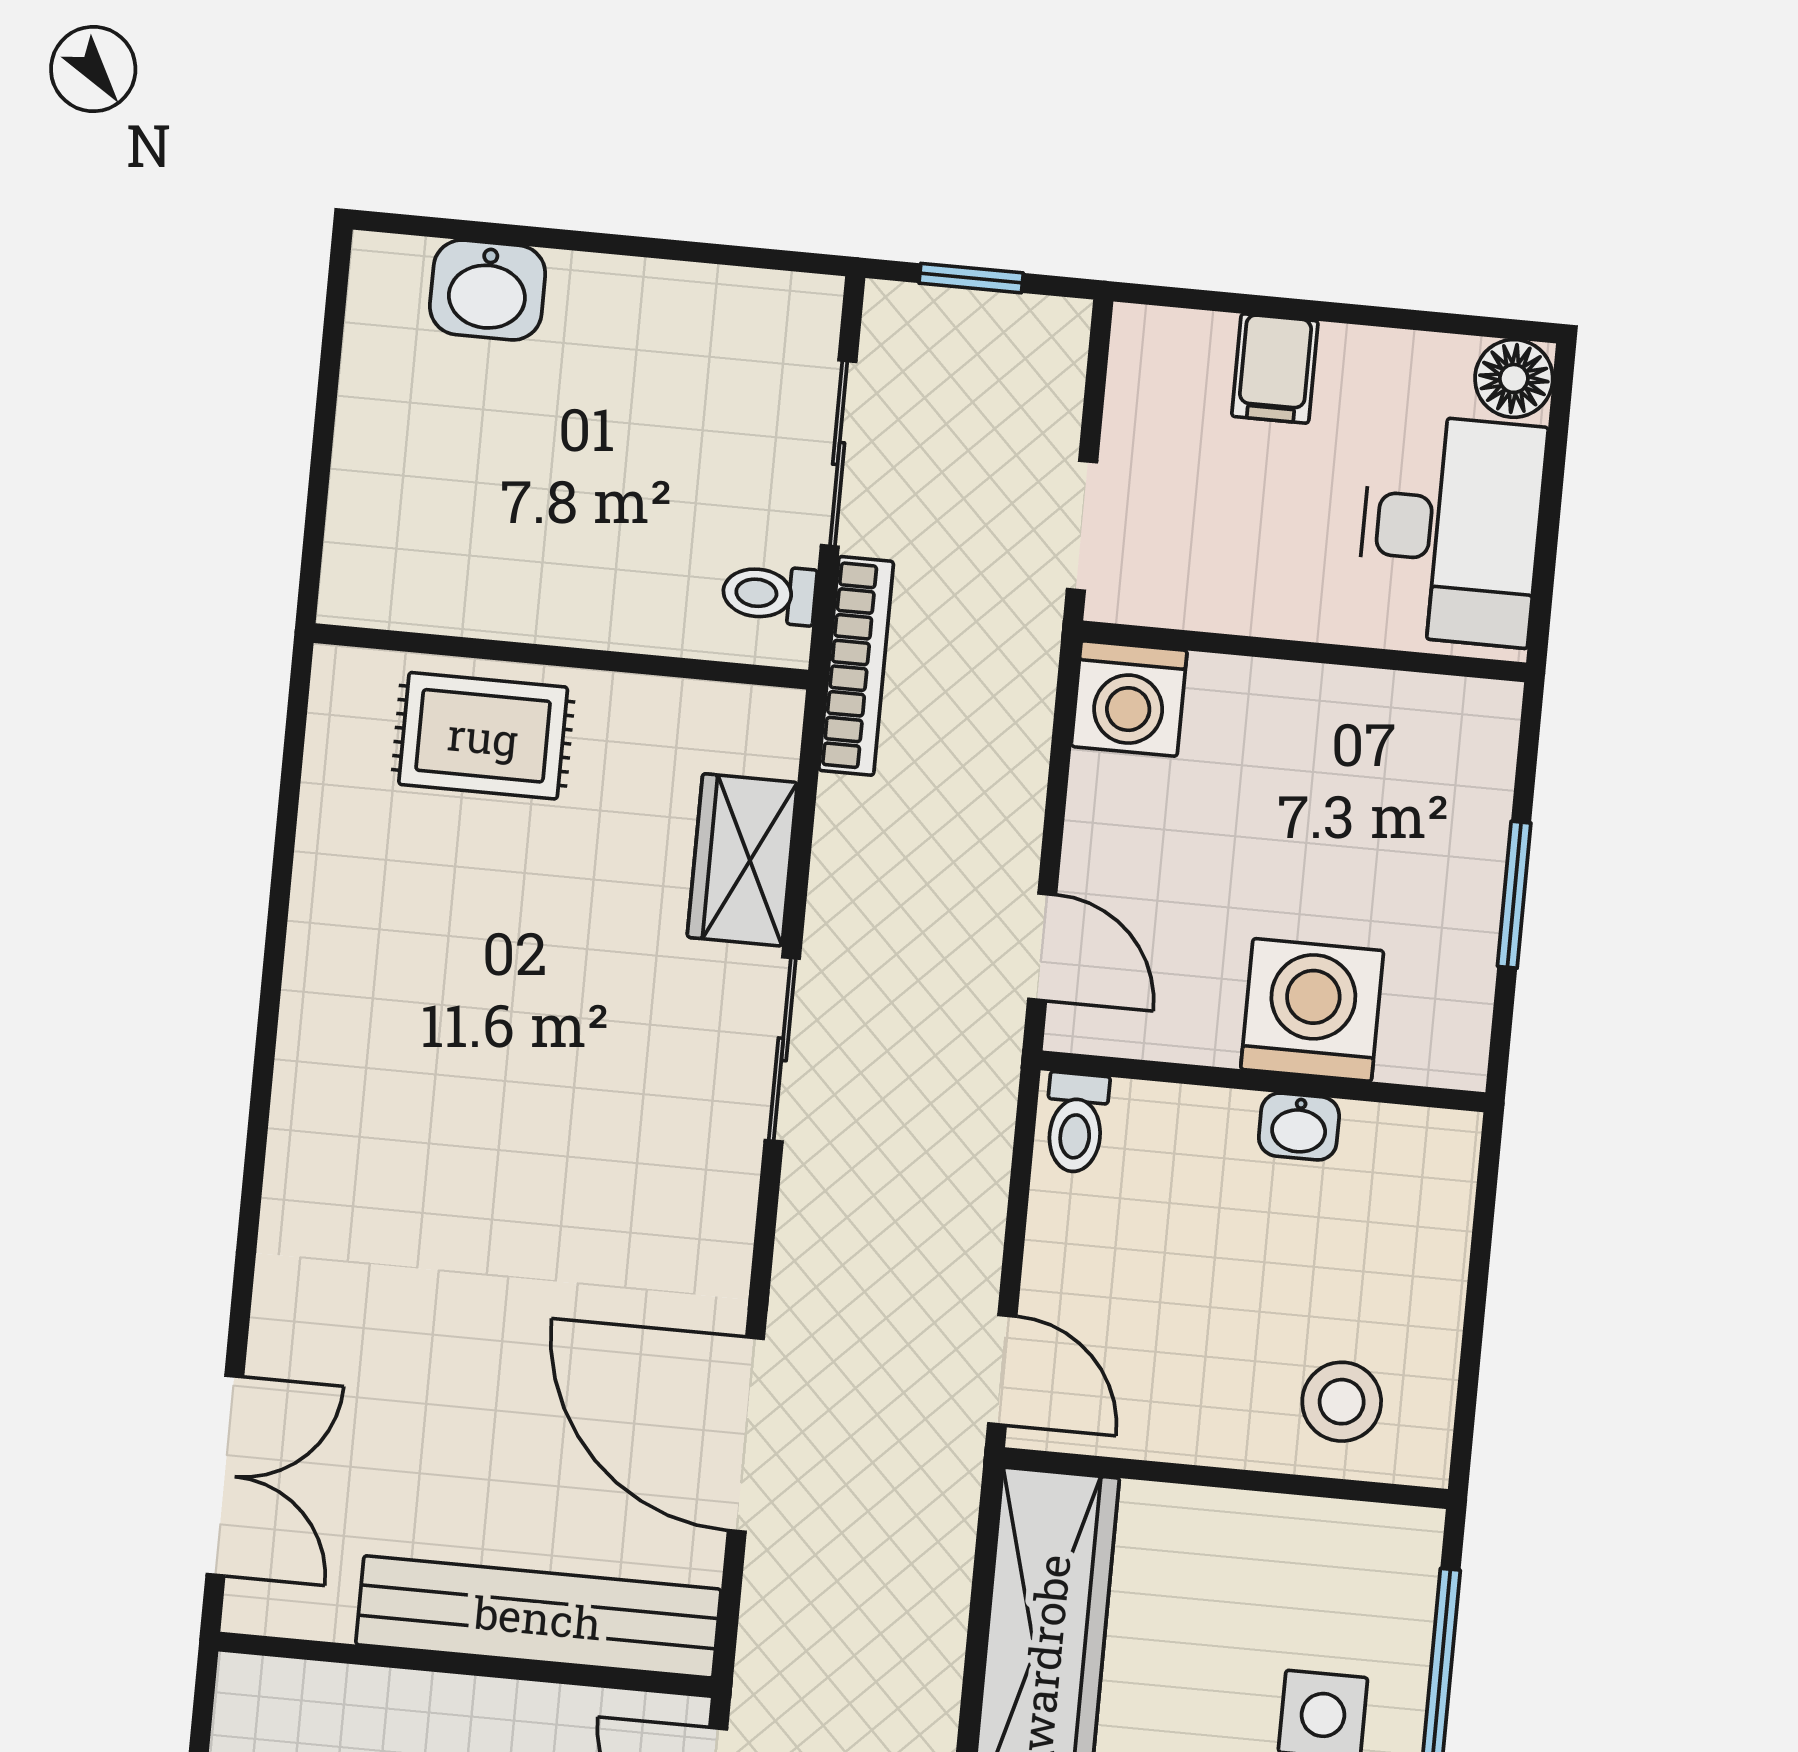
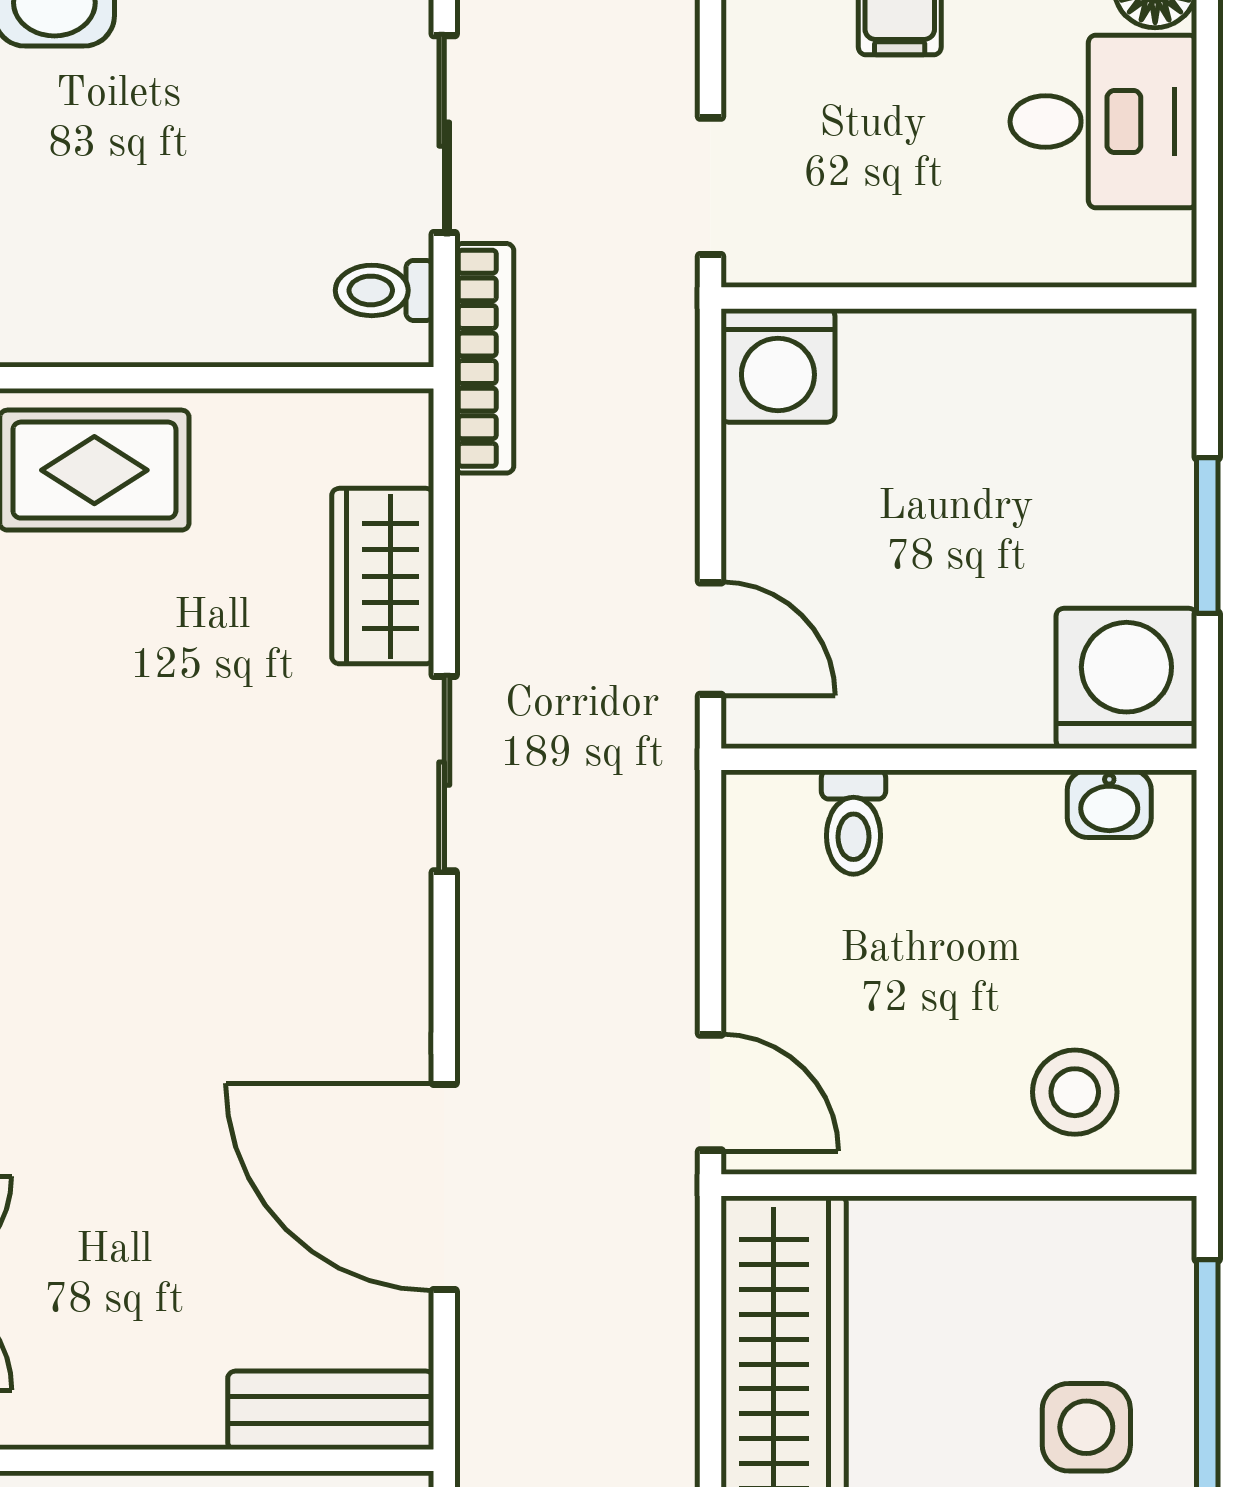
desk: (1451, 530) -> (1103, 122), width x0.73
washing machine: (1312, 1010) -> (1126, 678), moved
toilet: (1076, 1123) -> (853, 822), moved
washbasin: (1299, 1127) -> (1109, 804), moved
bench: (538, 1617) -> (331, 1410), width x0.54, depth x0.82

